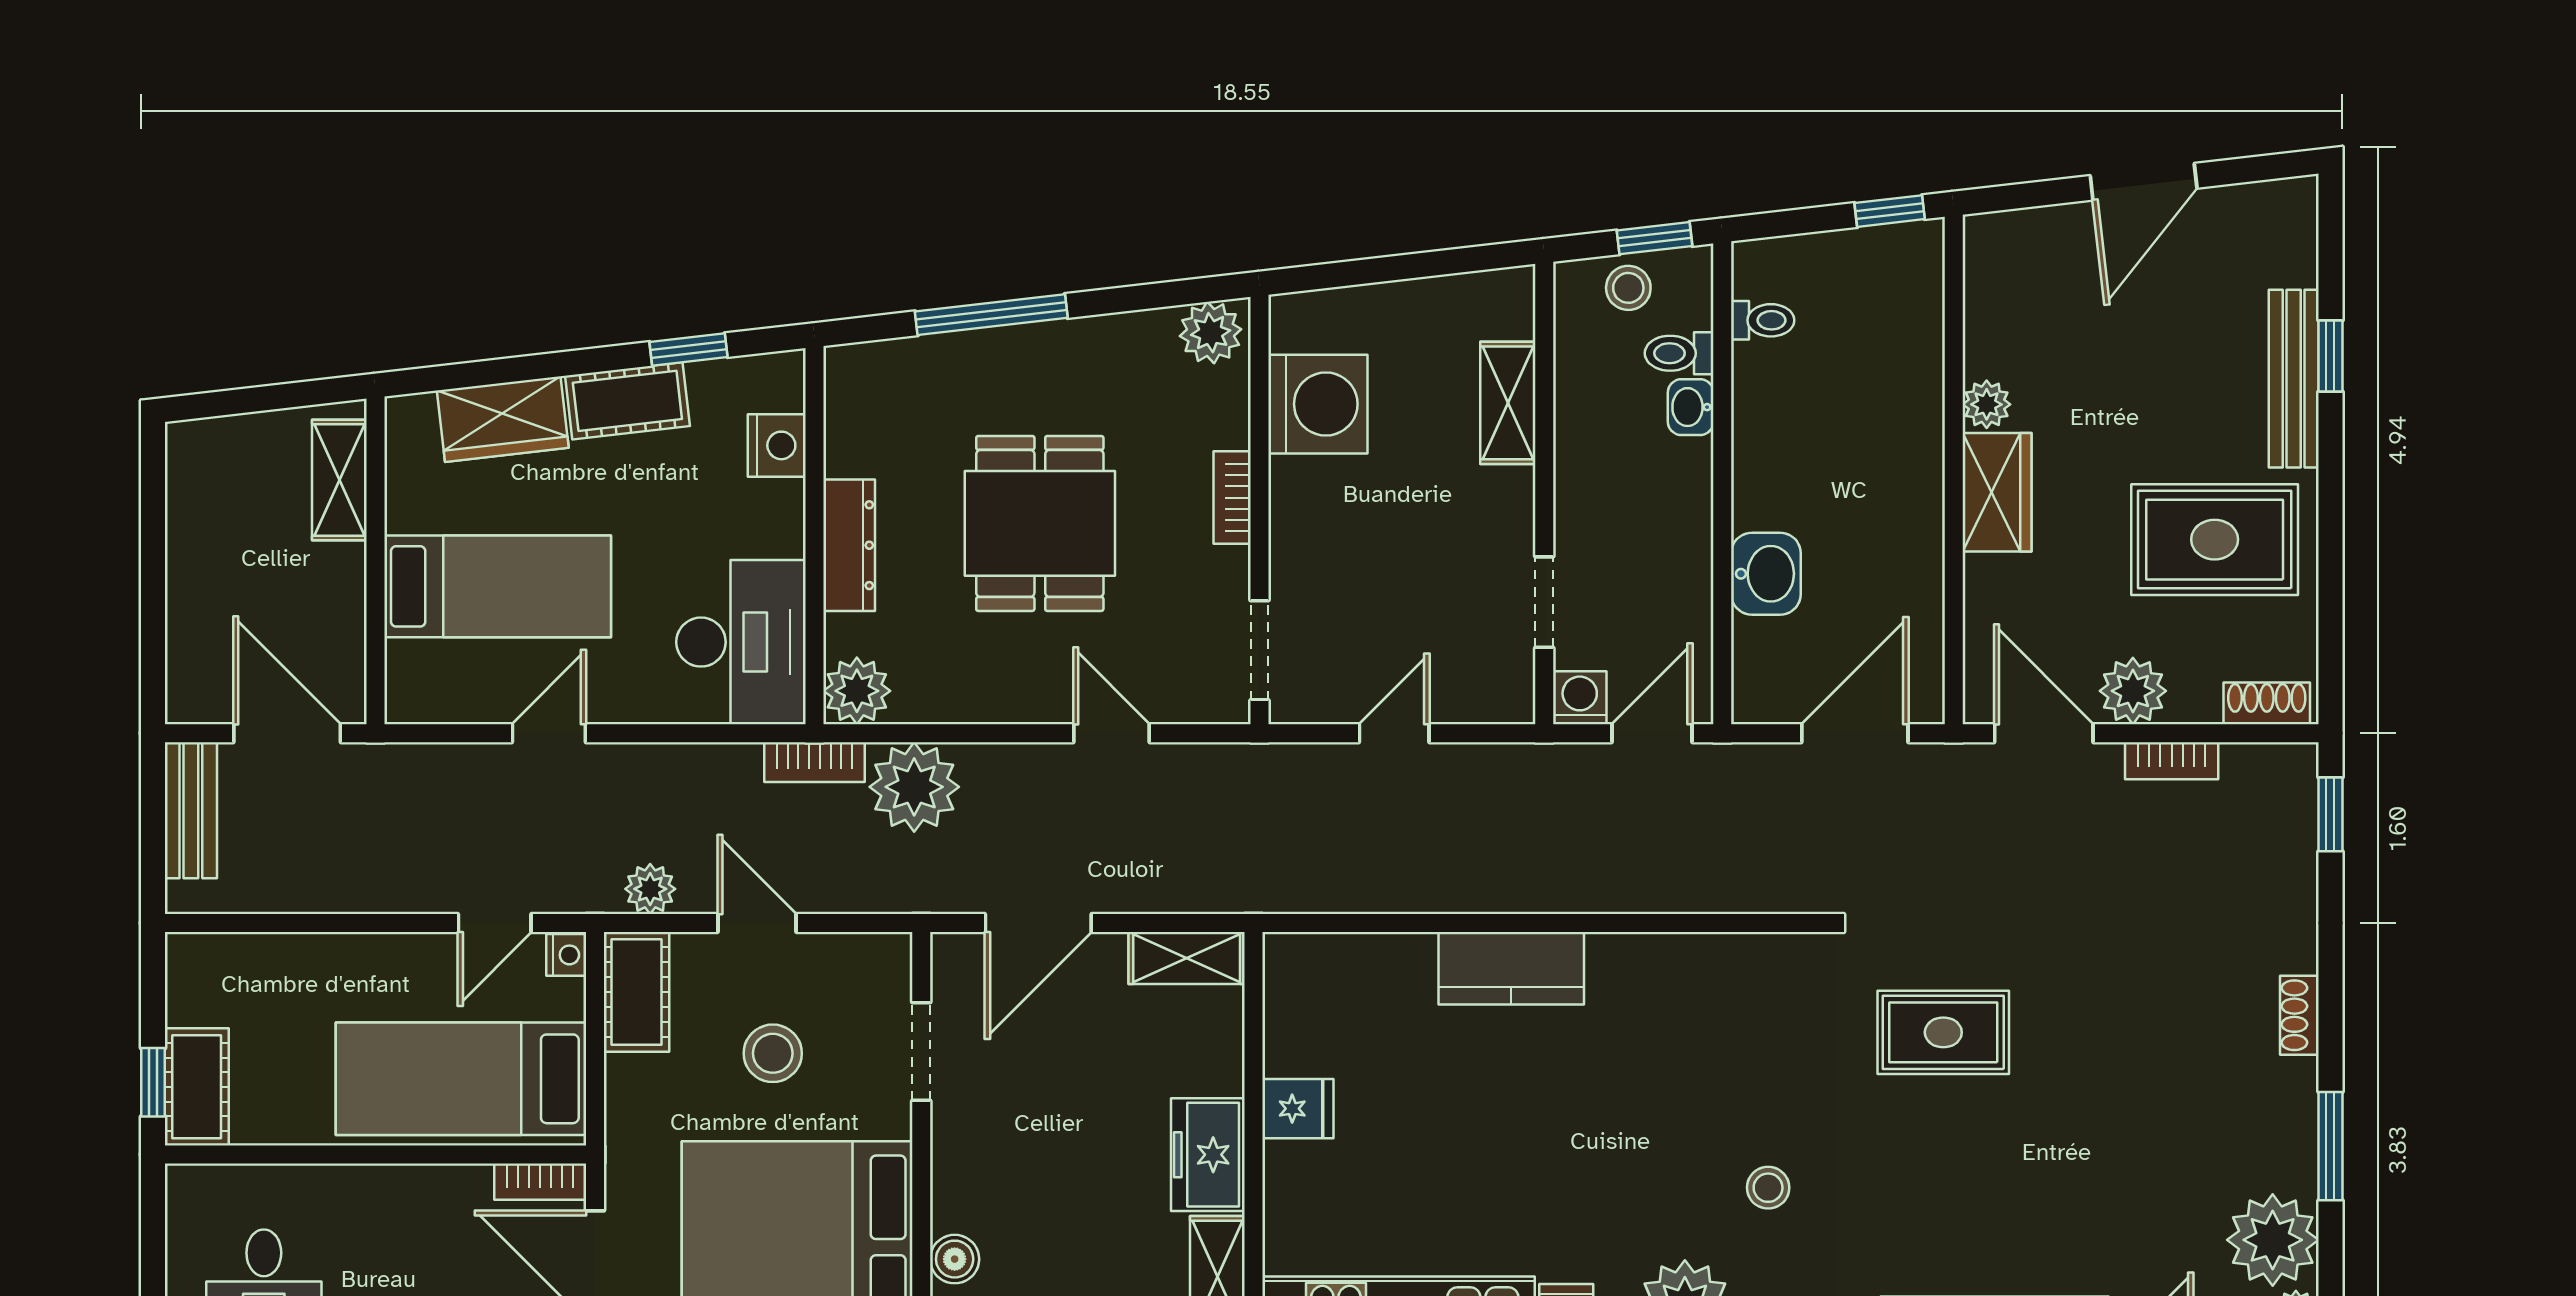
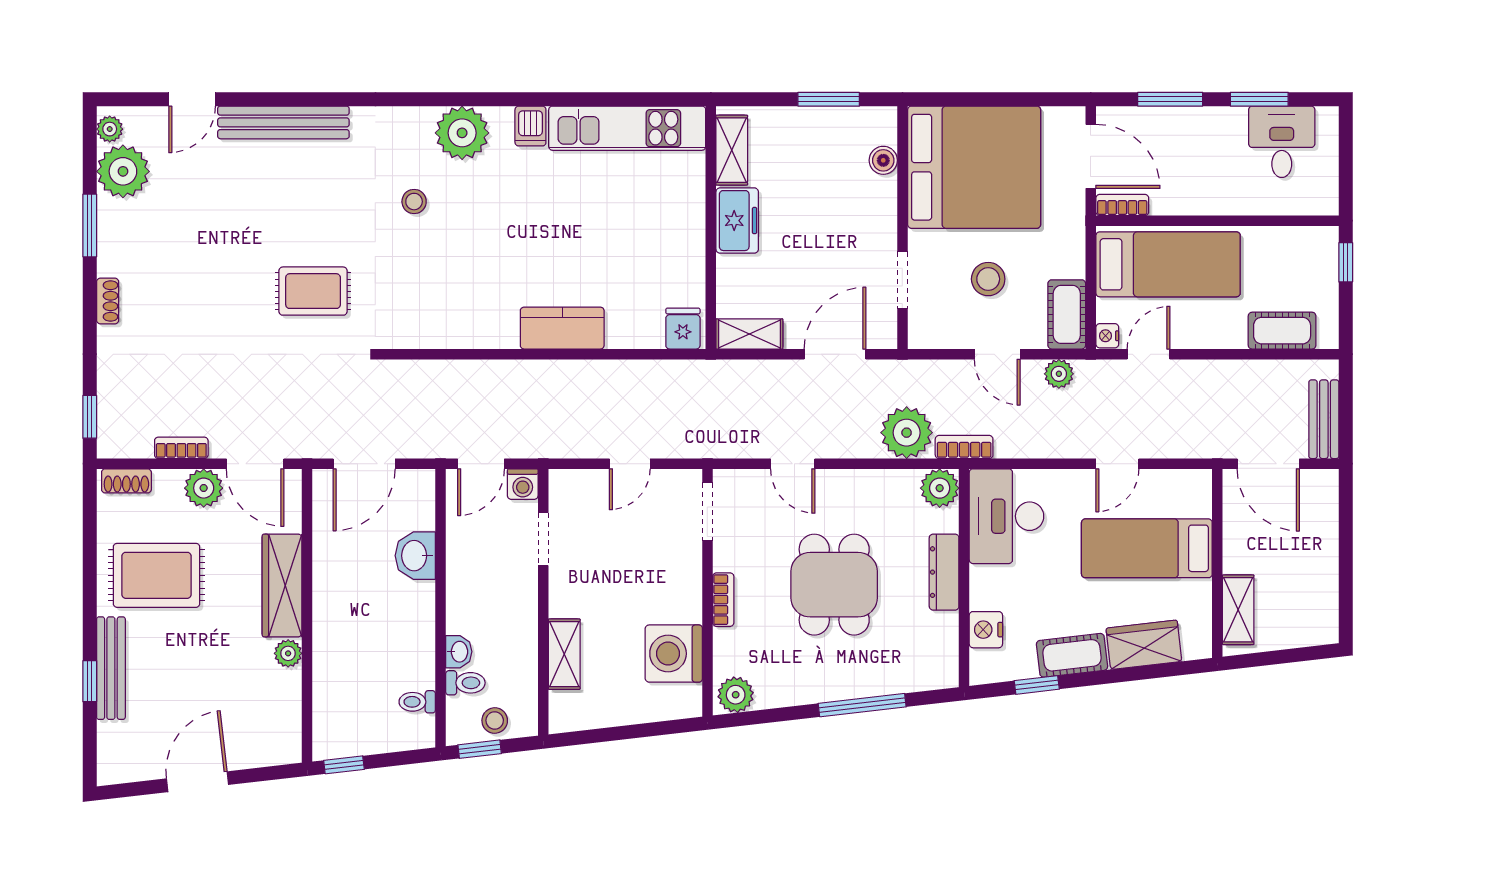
wardrobe: (1997, 492) -> (282, 585), width x1.50
cot: (197, 1087) -> (1282, 331), moved, turned 90
fridge: (1298, 1109) -> (683, 329), moved, turned 90

